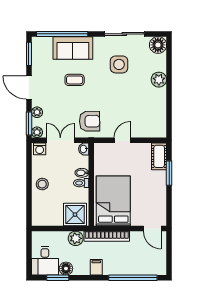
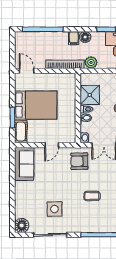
sofa: (73, 48) -> (24, 164), moved, turned 90
plant: (159, 80) -> (21, 196), removed
bed: (113, 201) -> (36, 105), moved, turned -90
shower: (75, 215) -> (90, 95), moved
floor lamp: (66, 269) -> (85, 37), moved

